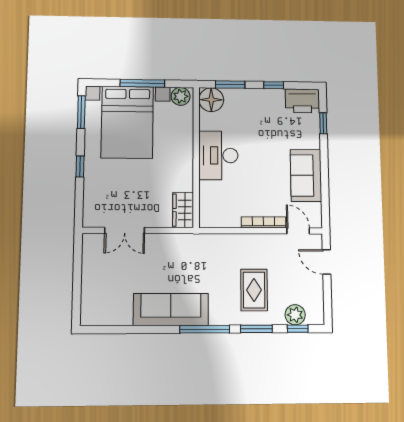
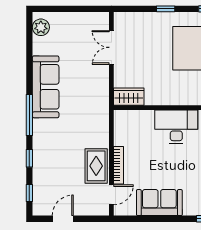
door: (327, 262) -> (63, 219), moved
rug: (254, 290) -> (96, 166), moved, turned 90
plant: (295, 315) -> (41, 27), moved
window: (256, 329) -> (29, 158), width x0.67

